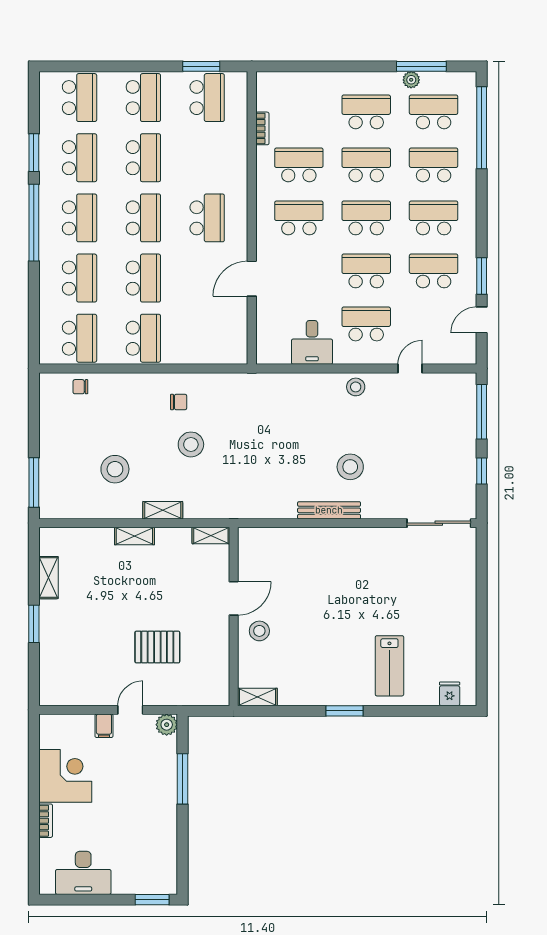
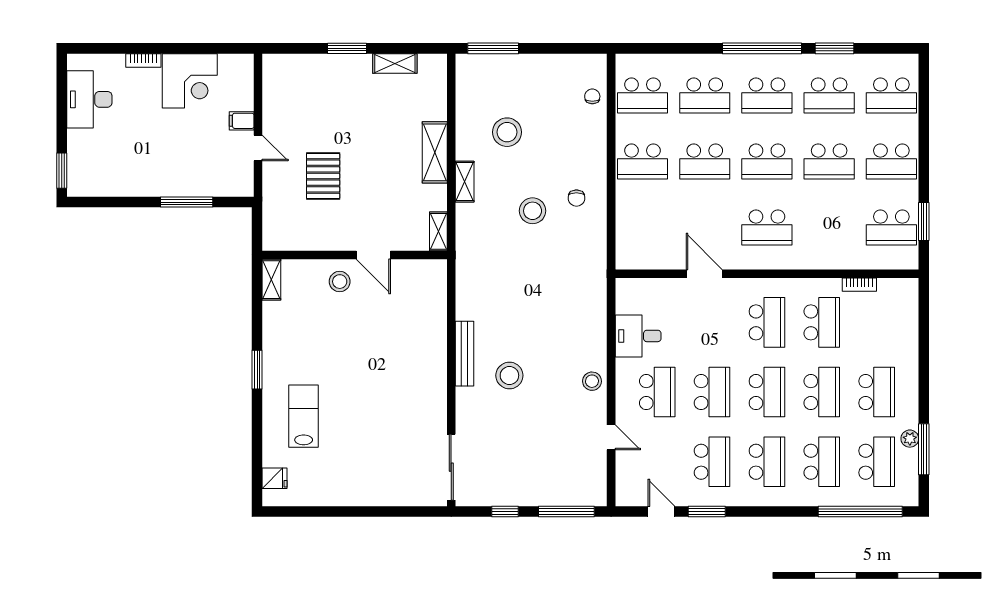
shelving: (134, 536) -> (435, 152), width x1.50, depth x1.33
lab bench: (389, 666) -> (304, 416), turned 90
plant: (167, 725) -> (243, 186), removed

